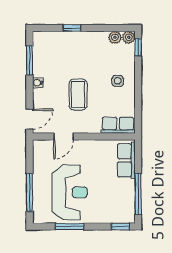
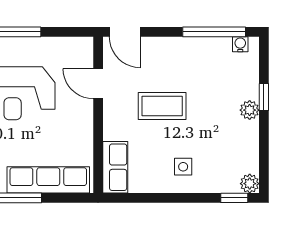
plant: (115, 37) -> (250, 110), moved
window: (30, 60) -> (214, 32), width x1.44
water cooler: (38, 83) -> (240, 44), moved
row of seats: (126, 160) -> (48, 180), width x1.48

